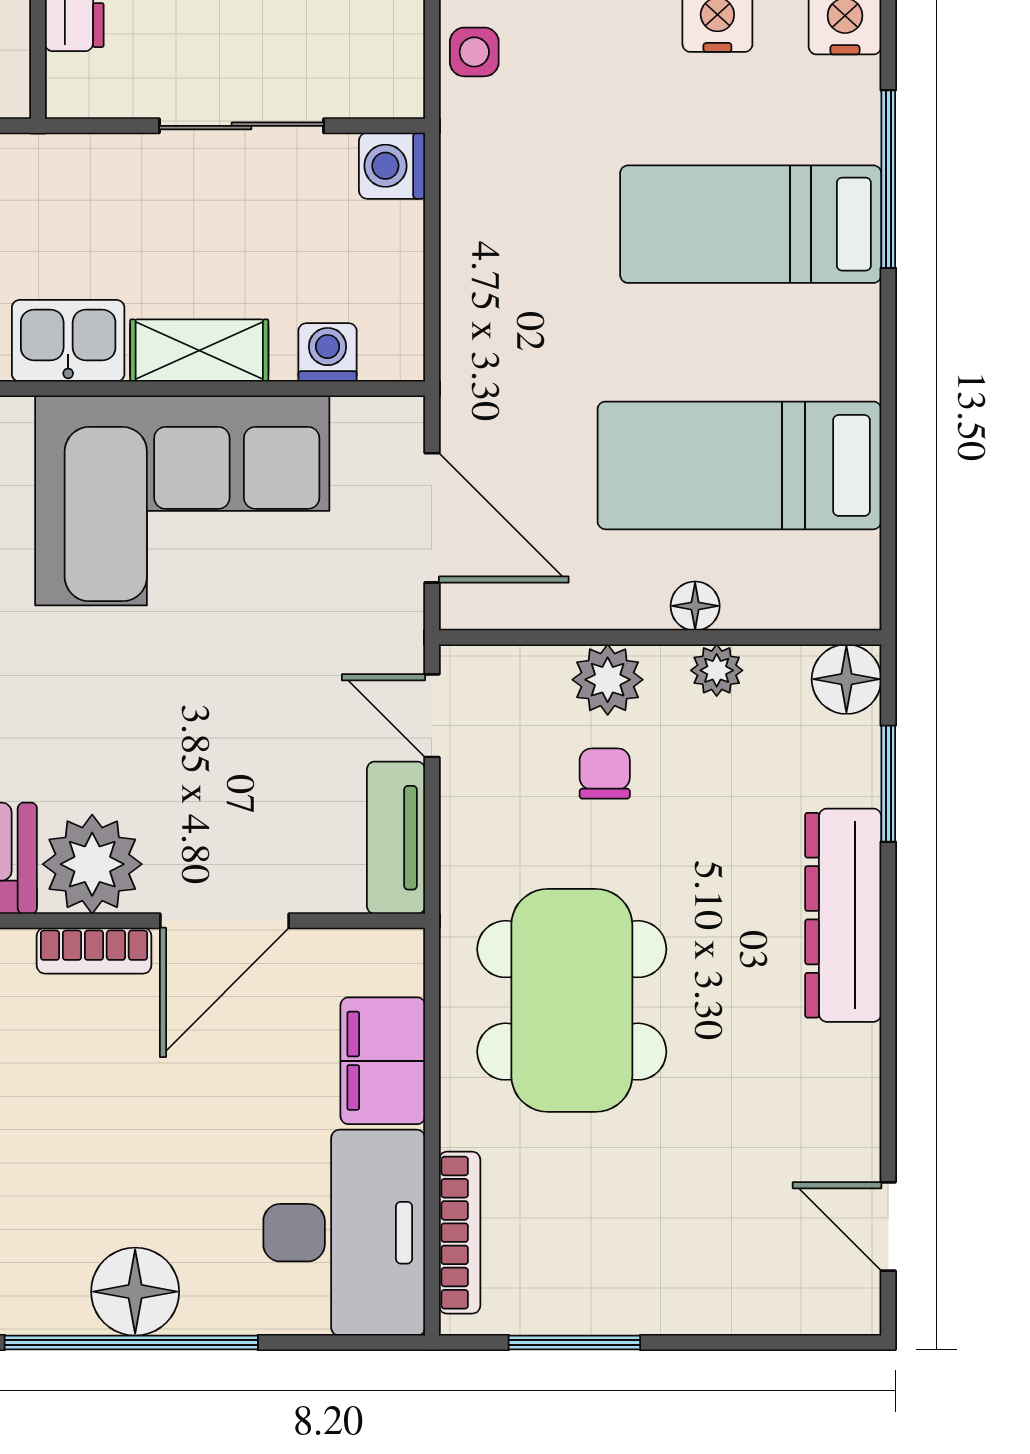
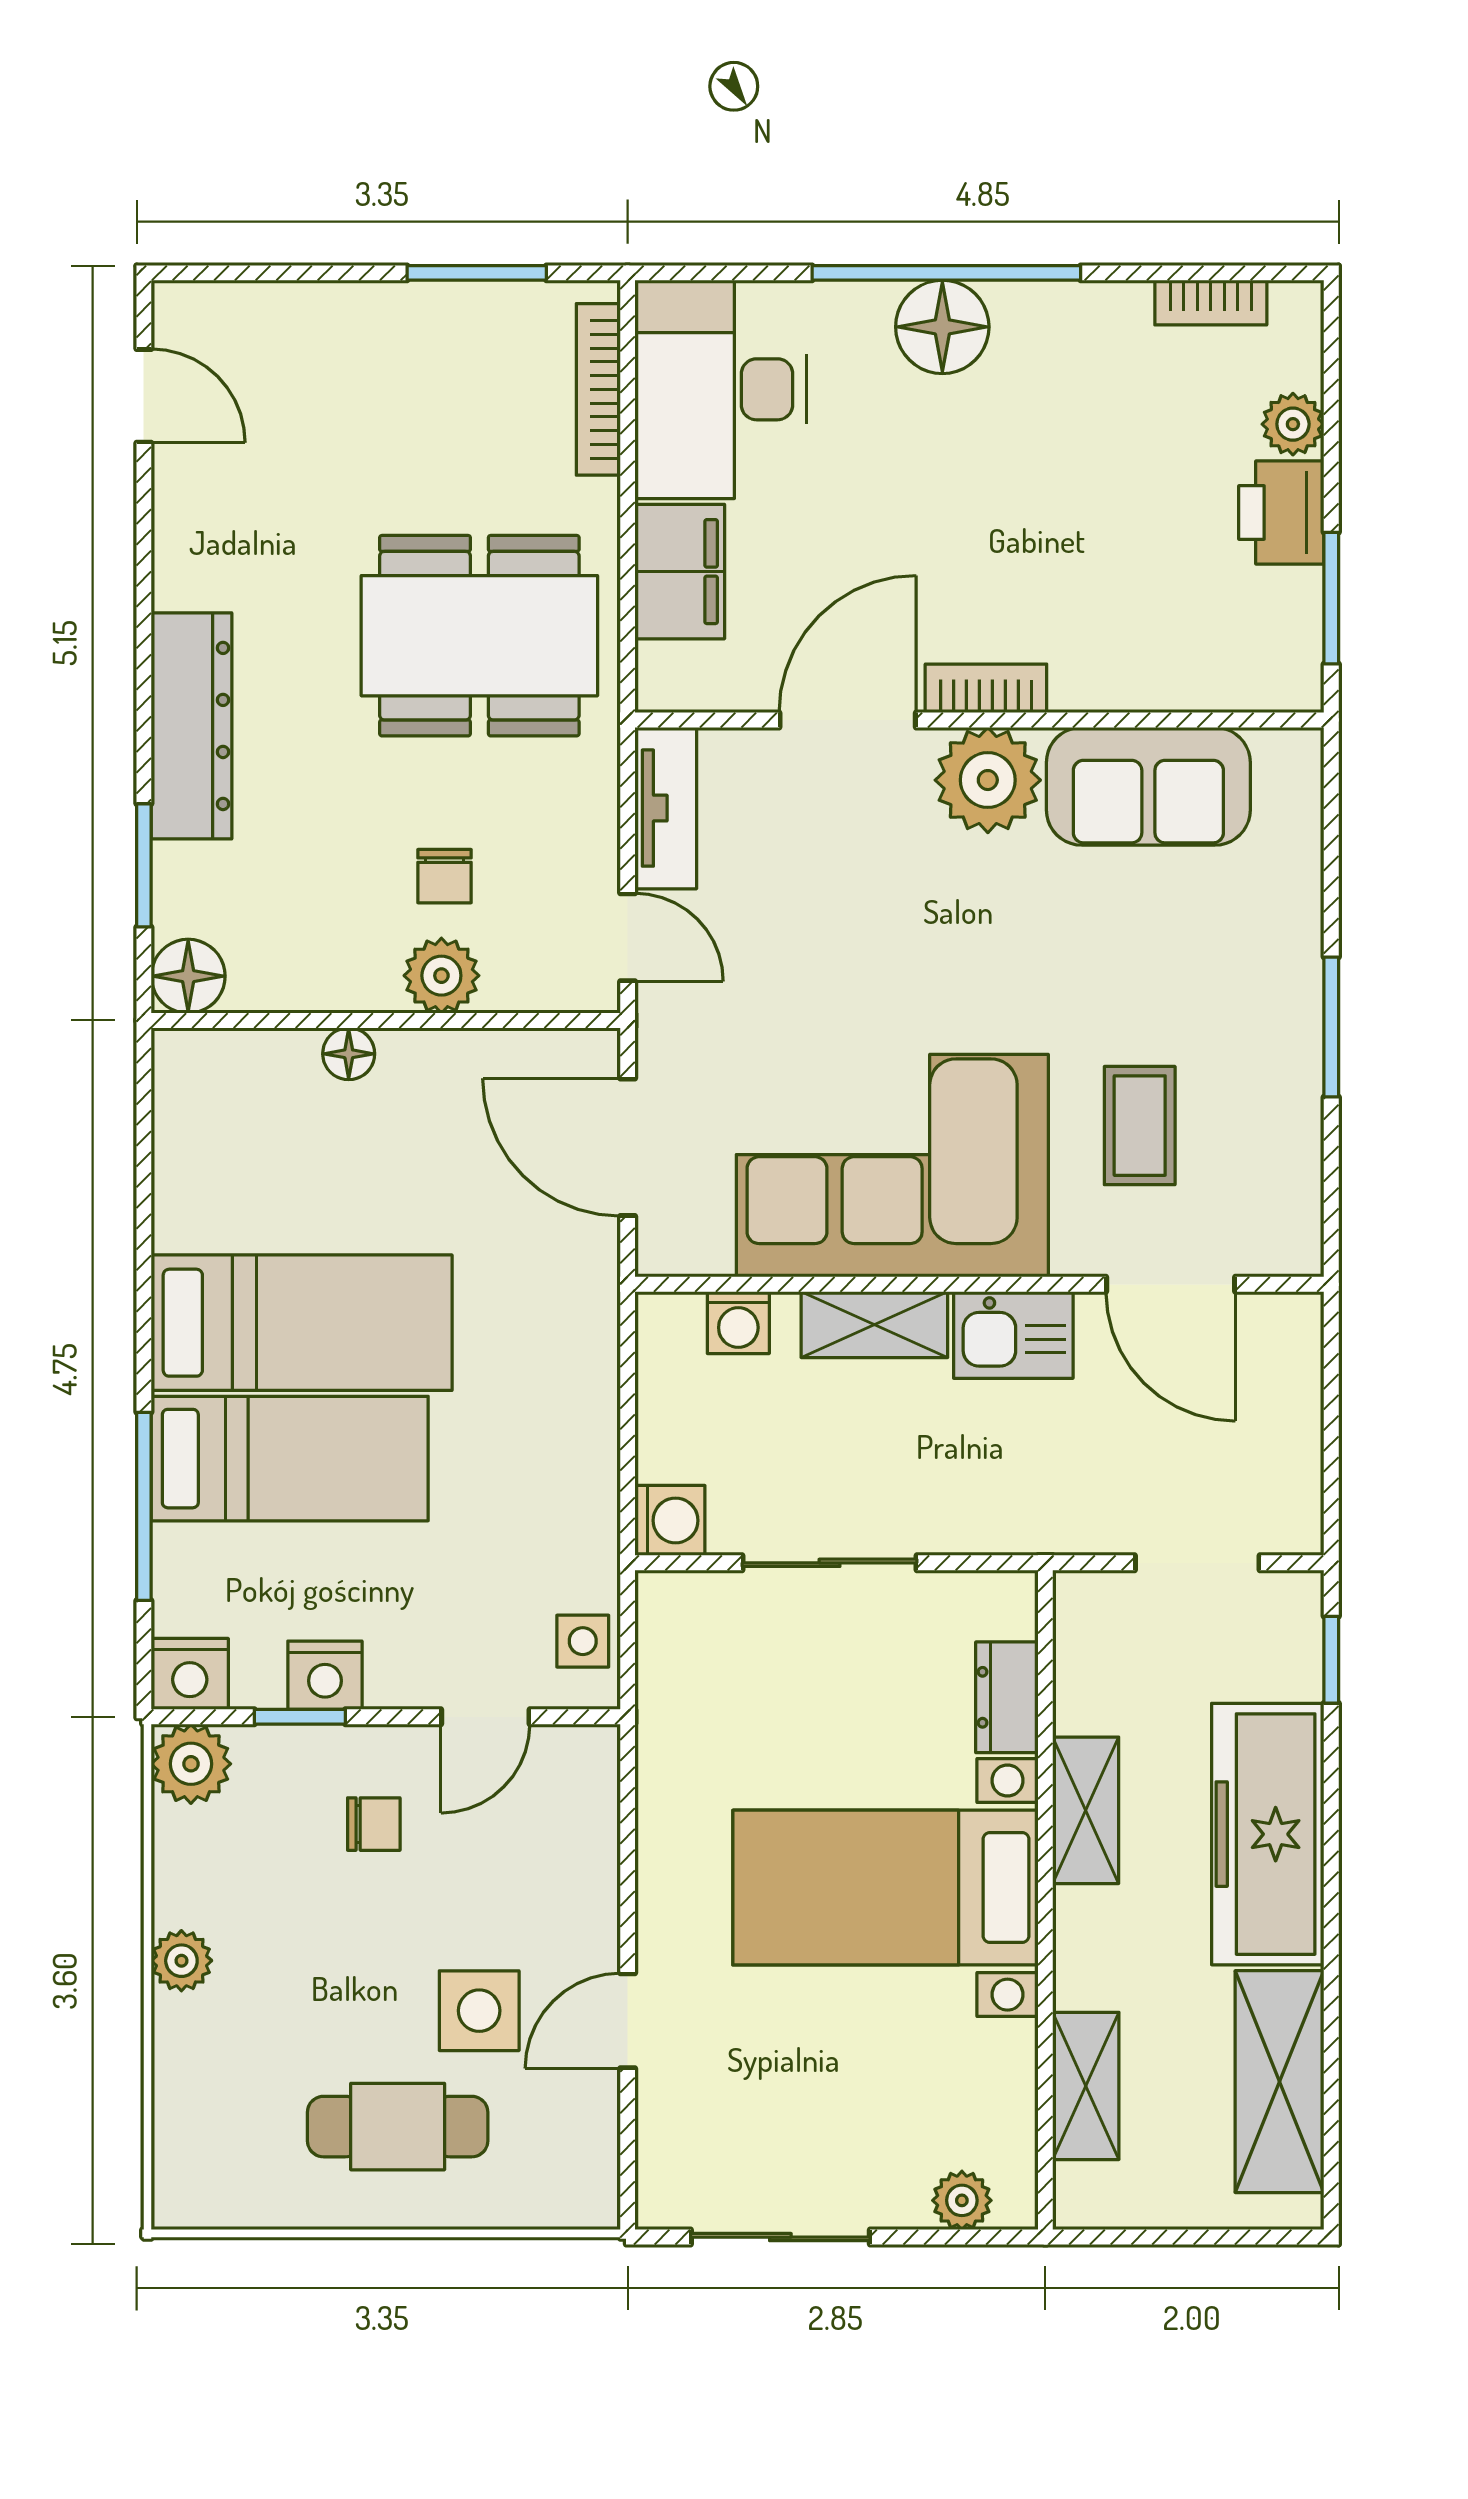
bed: (739, 465) -> (302, 1323), moved
plant: (717, 670) -> (326, 986), removed
dining table: (572, 1000) -> (479, 636), turned 90

